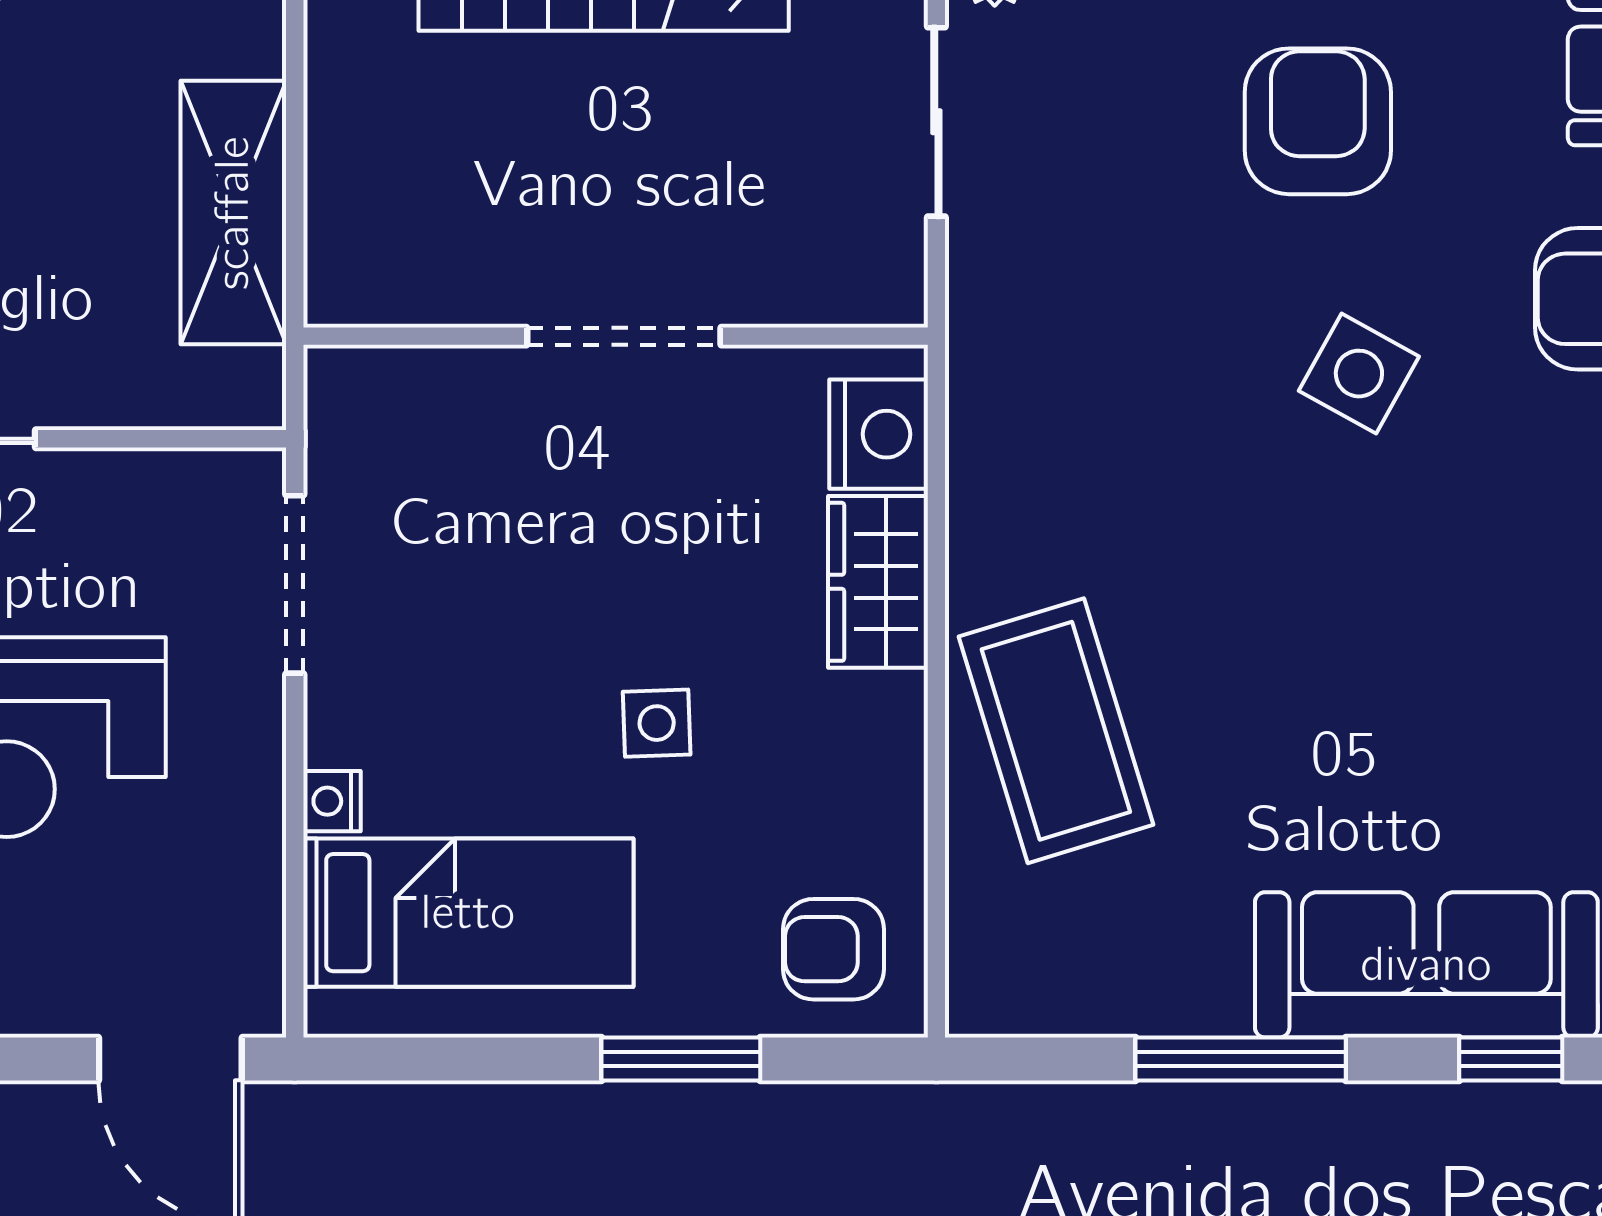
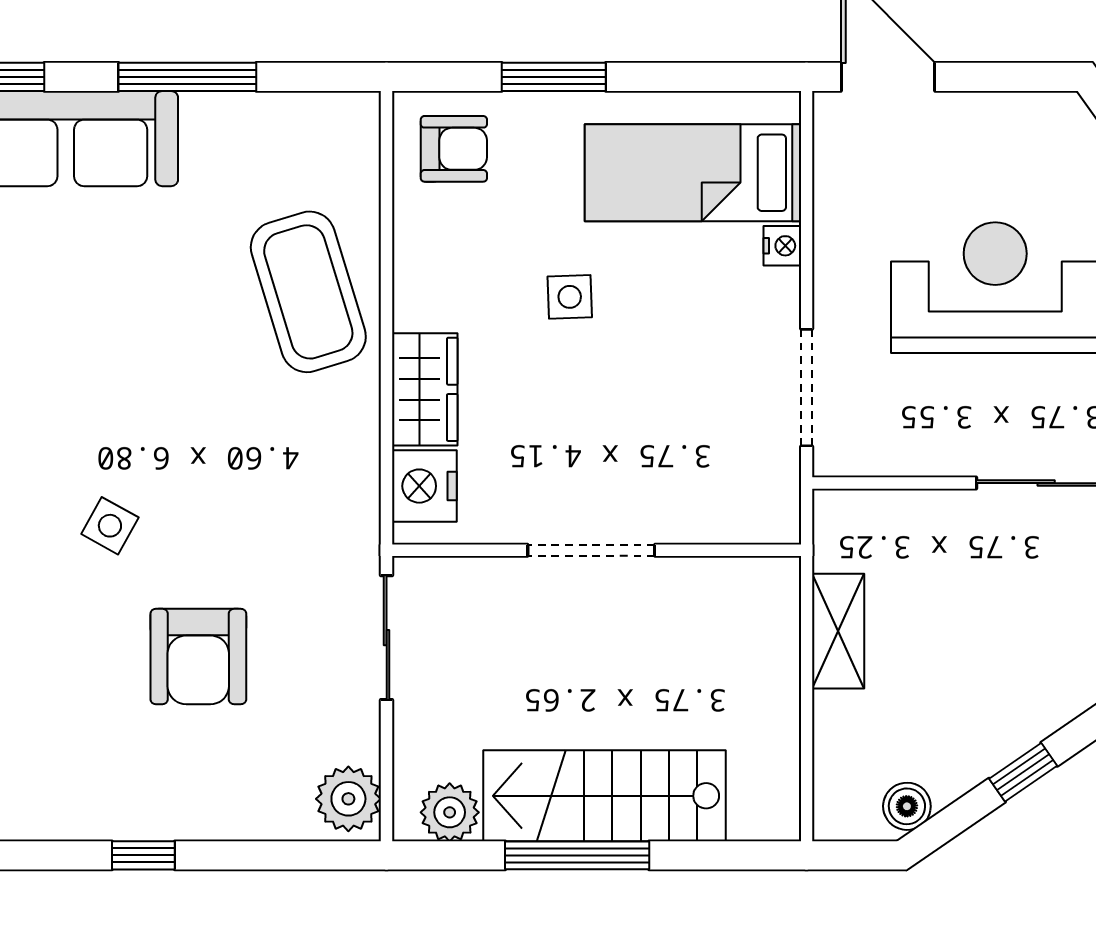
armchair: (1318, 121) -> (198, 656), moved
sliding door: (936, 122) -> (387, 638), moved
shelving: (233, 213) -> (838, 631), width x0.67, depth x0.75
side table: (1359, 374) -> (110, 526), width x0.73, depth x0.73

